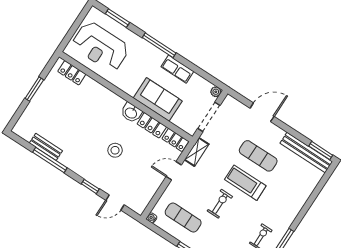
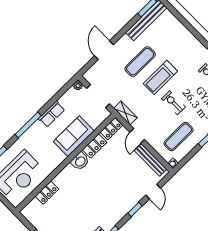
locker: (72, 73) -> (47, 193), moved
stool: (115, 150) -> (109, 182), removed
bench: (150, 192) -> (150, 160), added

